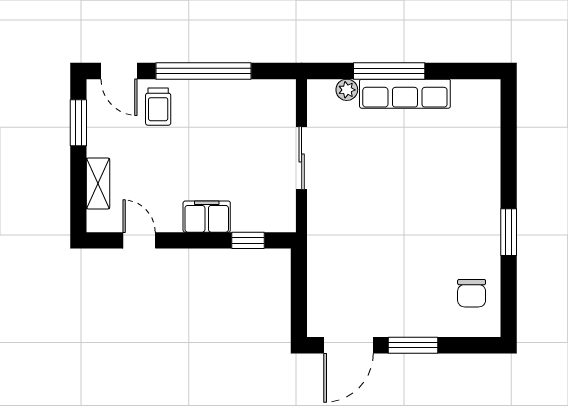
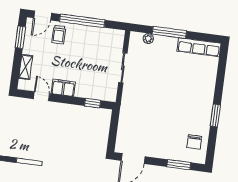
door: (119, 71) -> (43, 15), hinge flipped
row of seats: (405, 94) -> (199, 47), moved
filing cabinet: (207, 217) -> (63, 88), moved
window: (413, 345) -> (179, 165), moved

